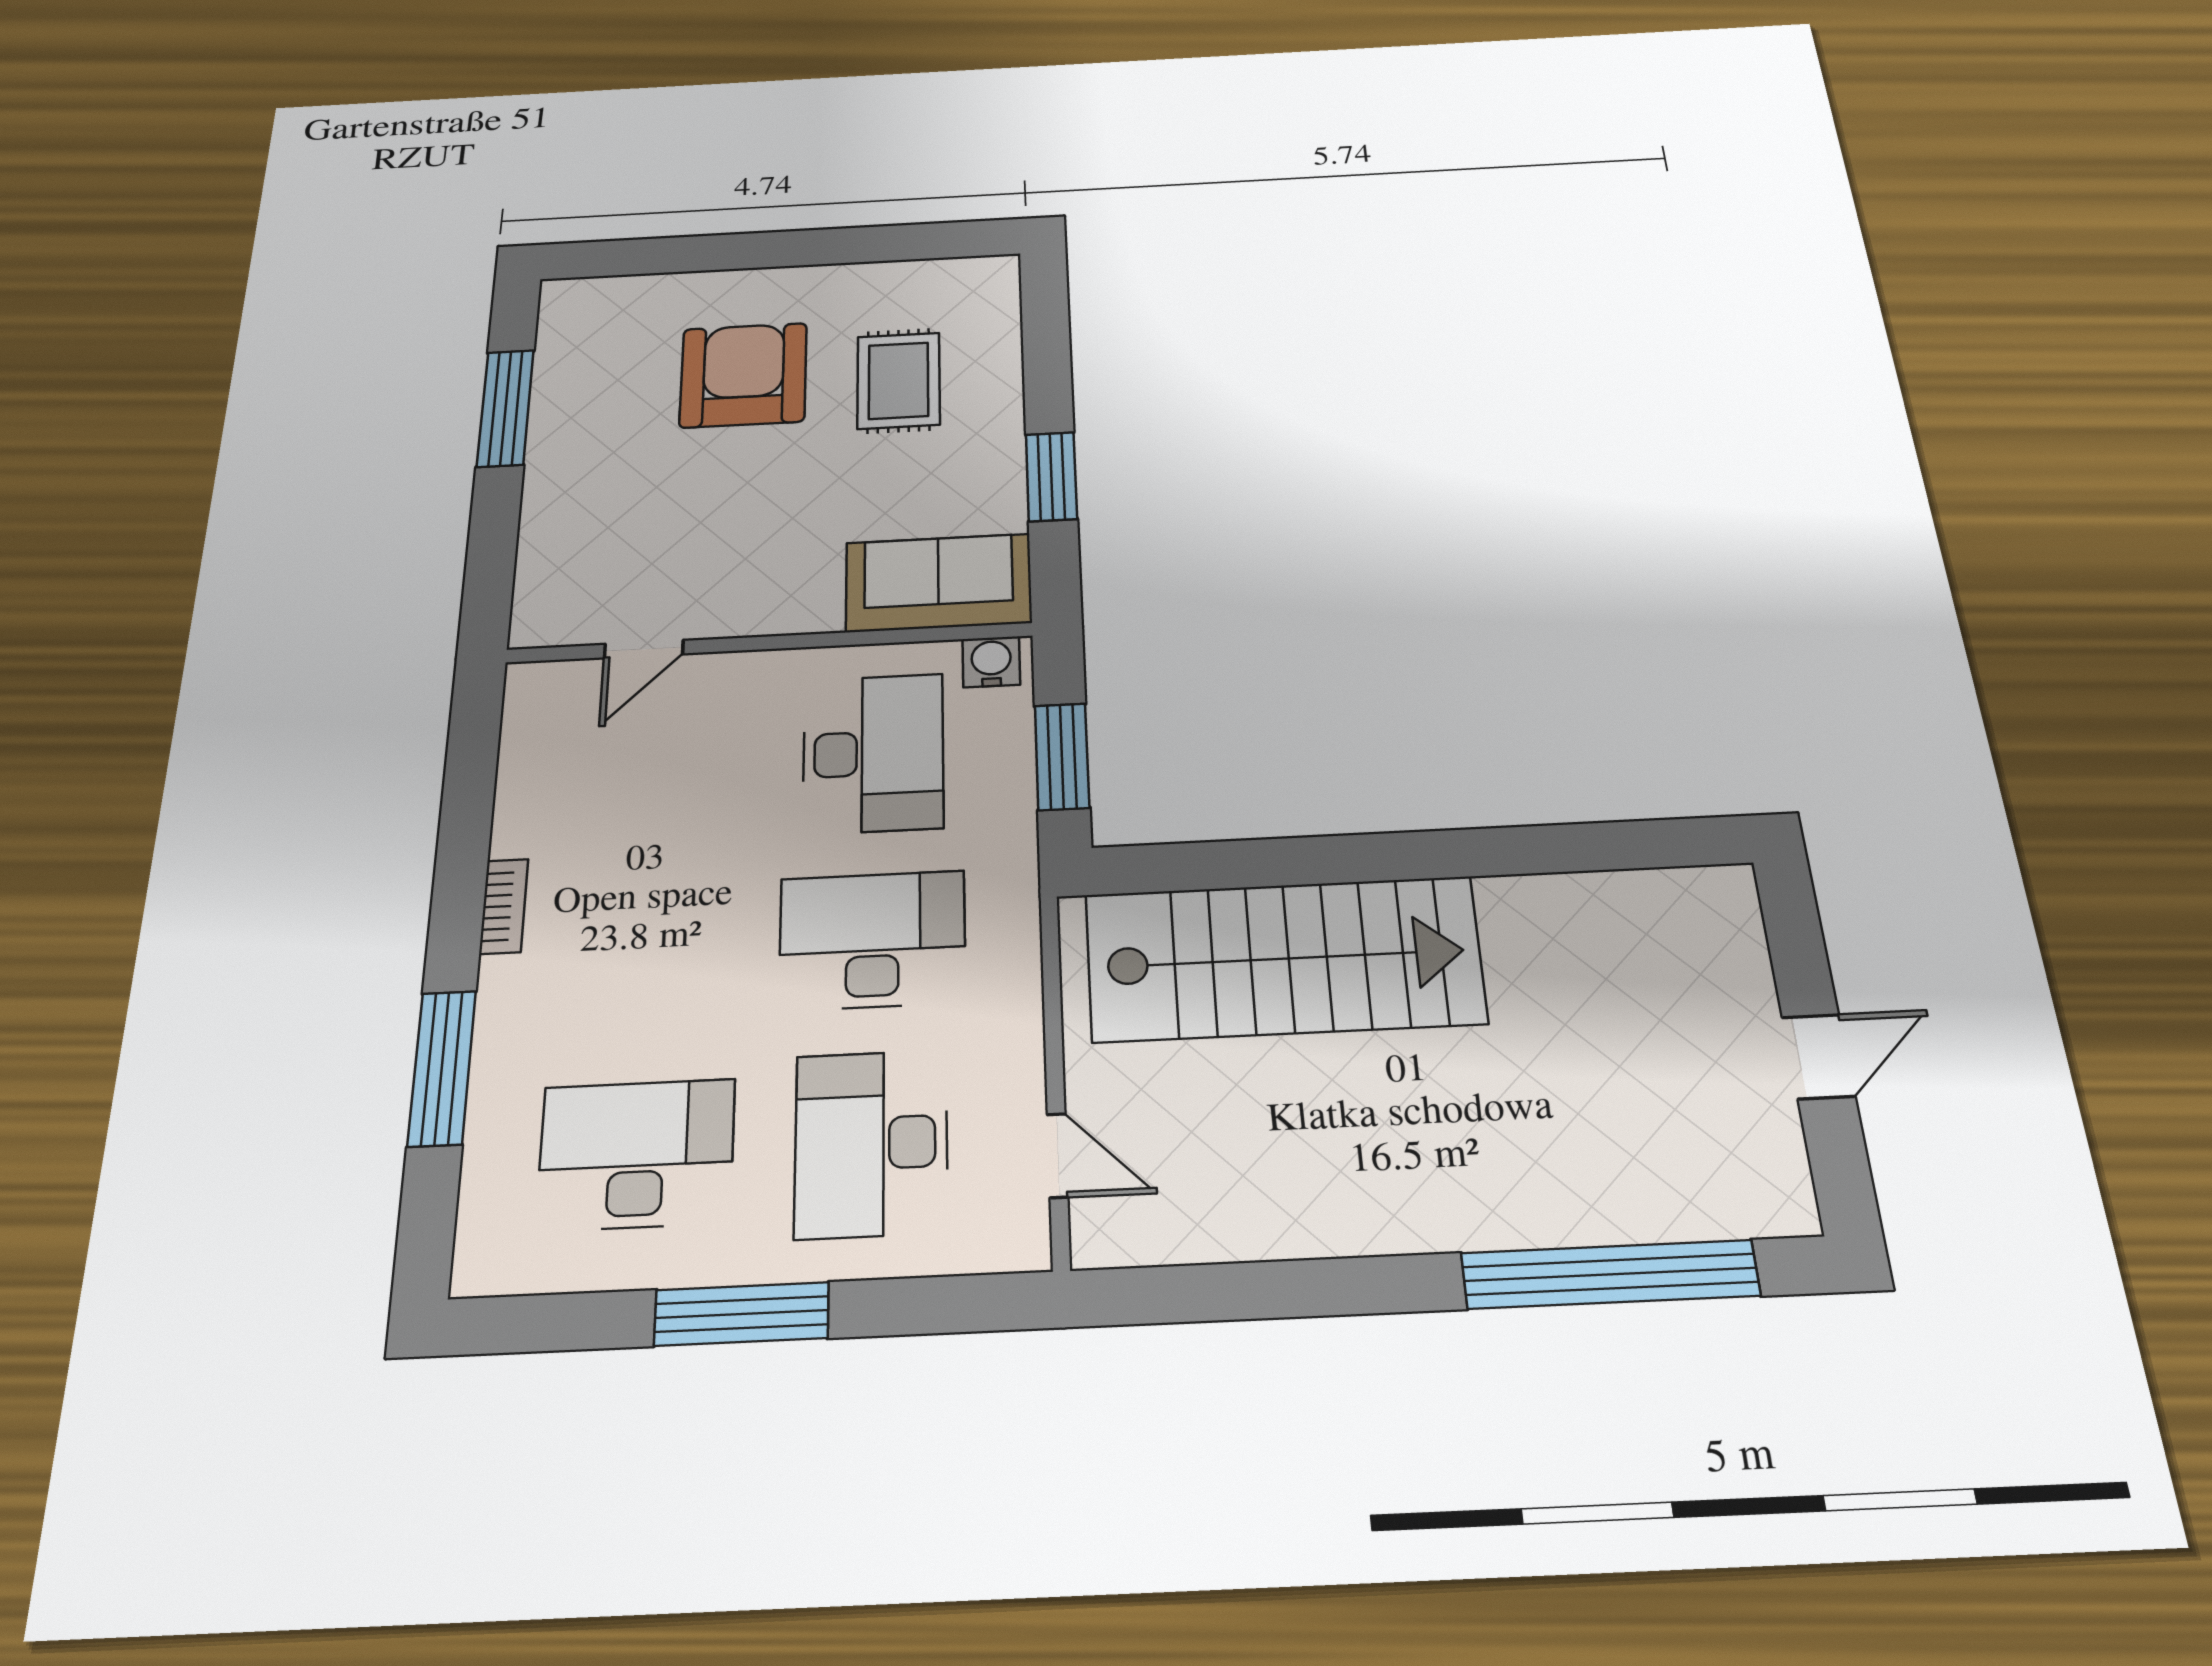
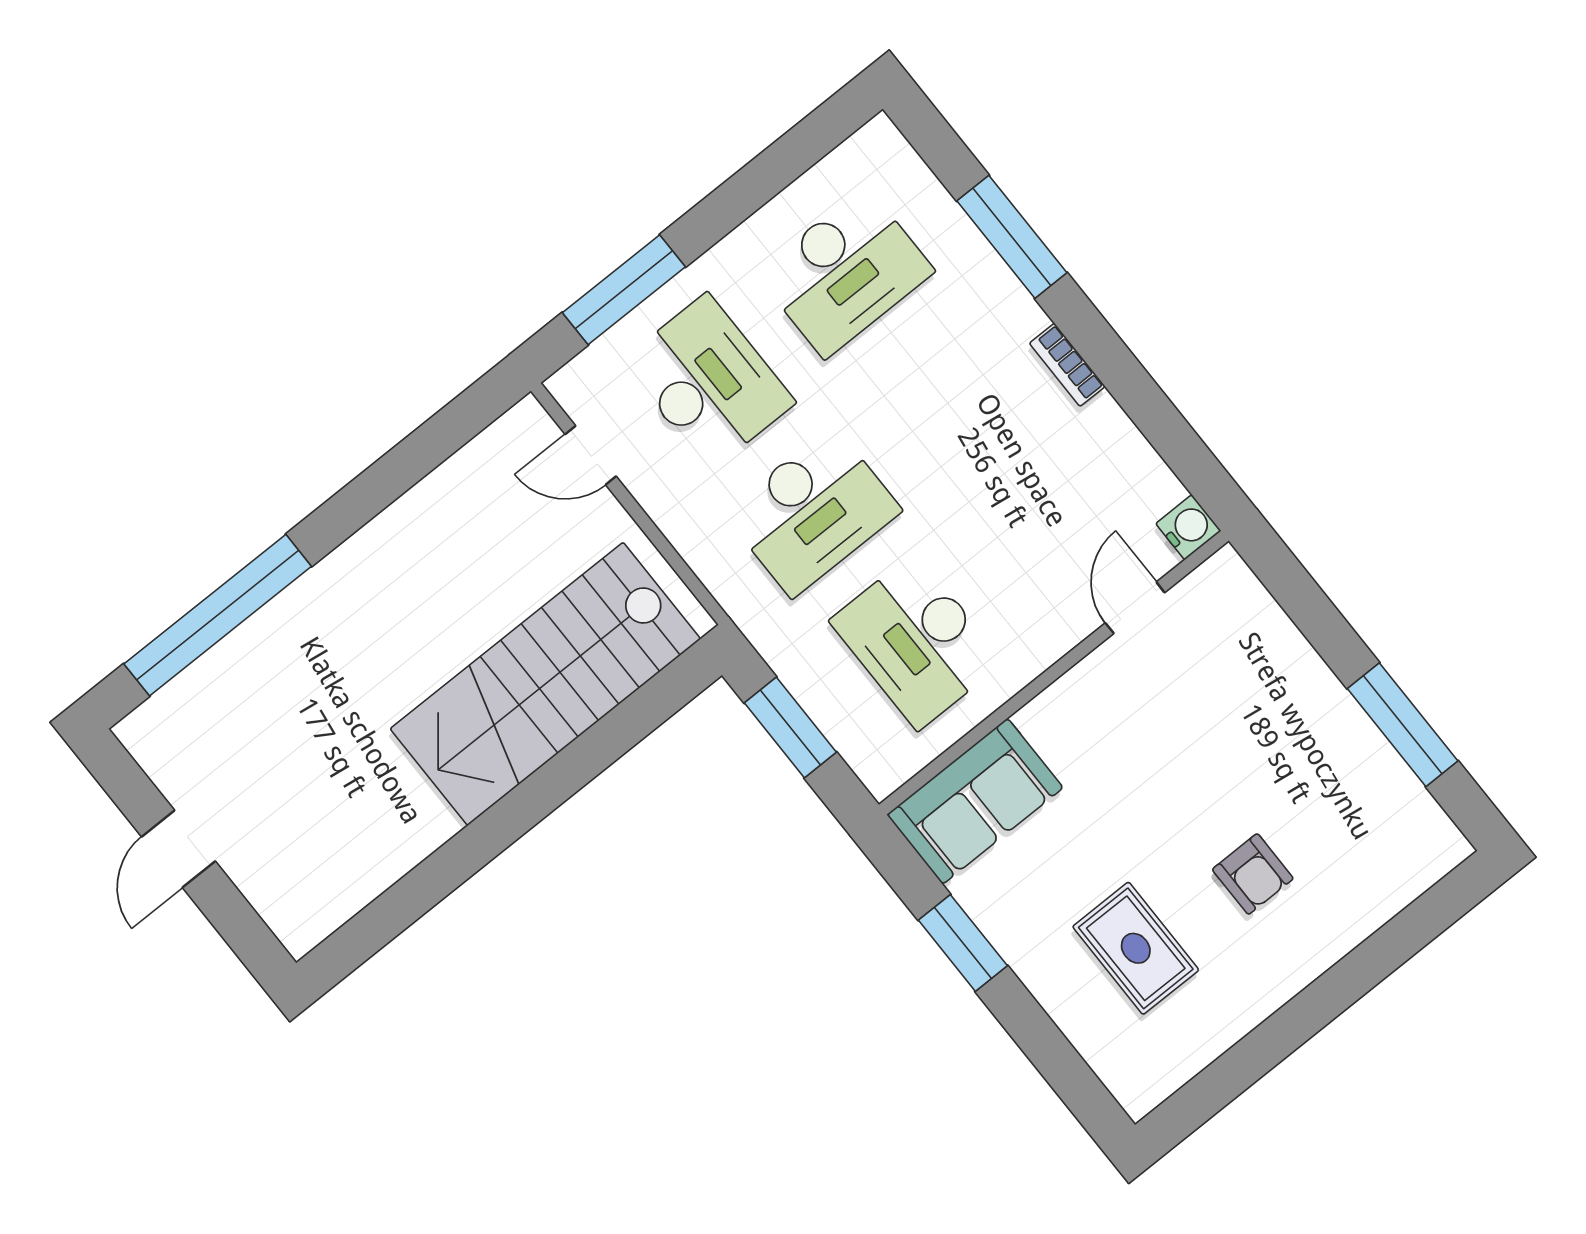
armchair: (743, 375) -> (1253, 874), width x0.53, depth x0.53
water cooler: (991, 662) -> (1188, 527), moved, turned -90
window: (742, 1314) -> (624, 290), moved

